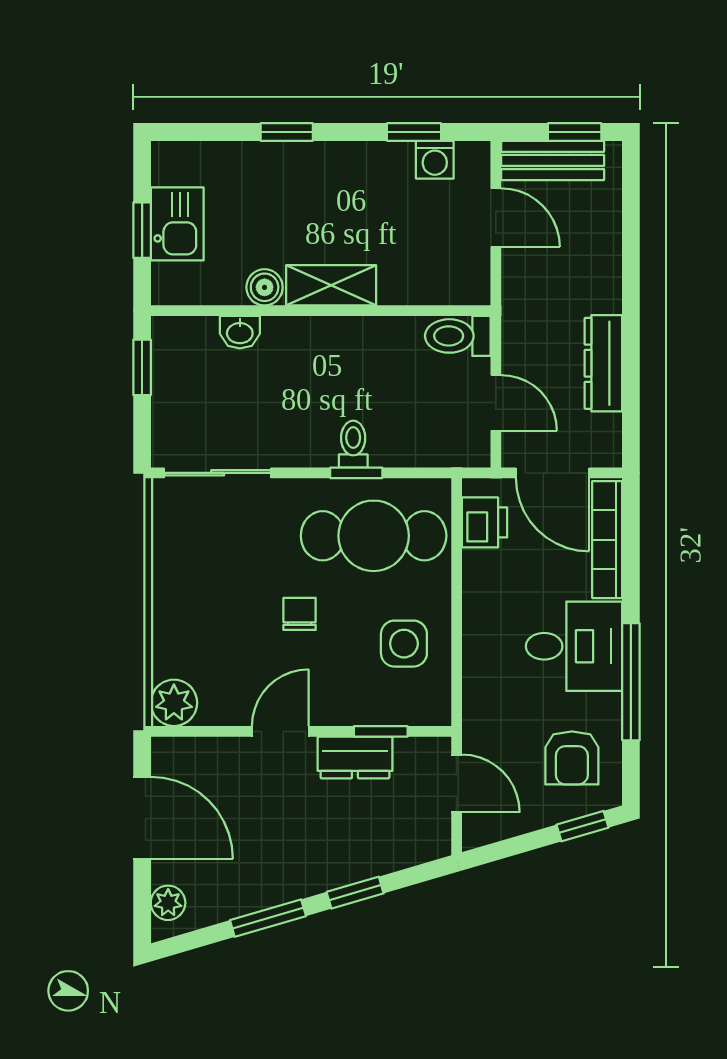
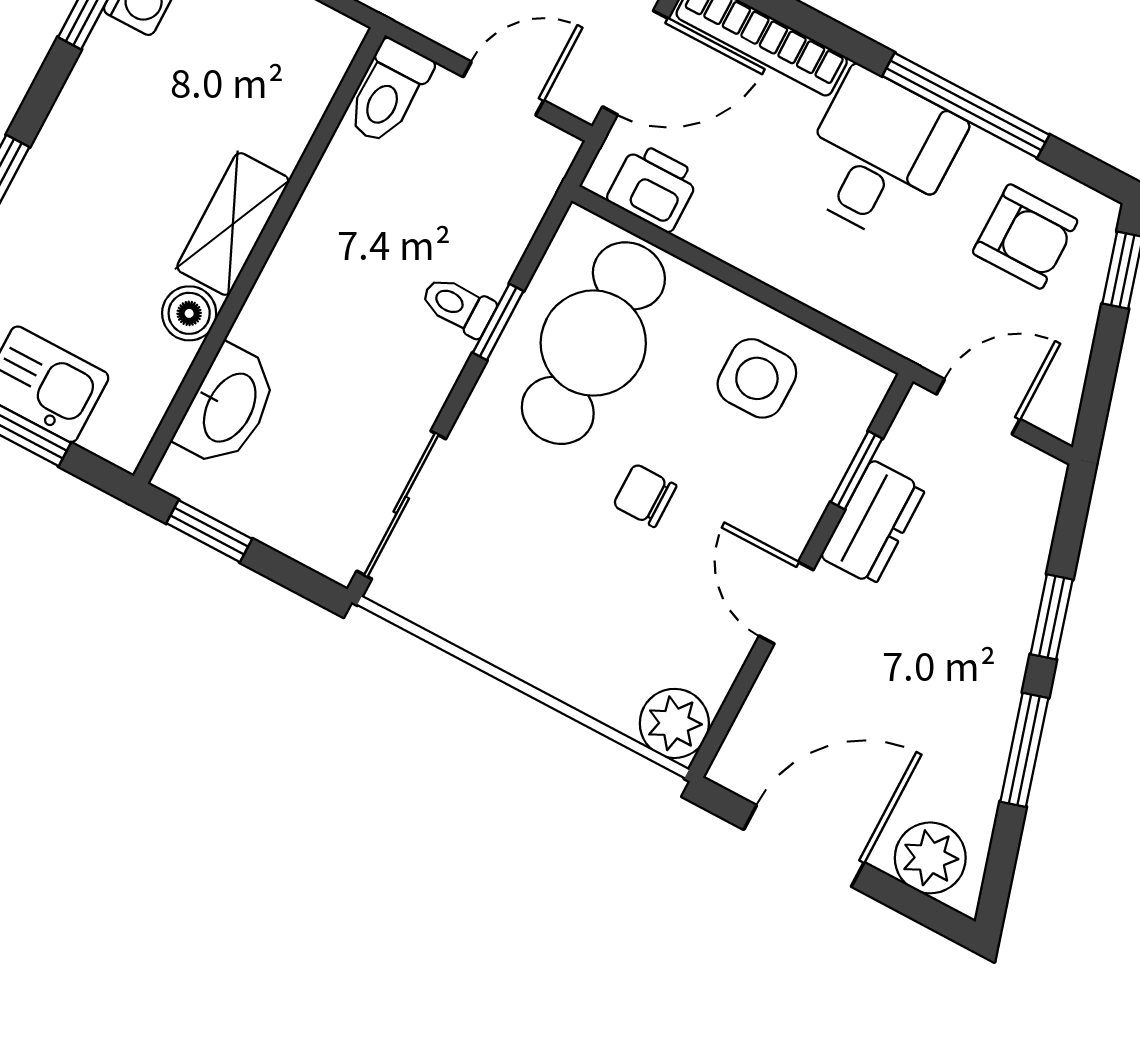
washbasin: (240, 332) -> (228, 407), width x1.91, depth x1.45
plant: (168, 903) -> (930, 858), width x1.38, depth x1.38

